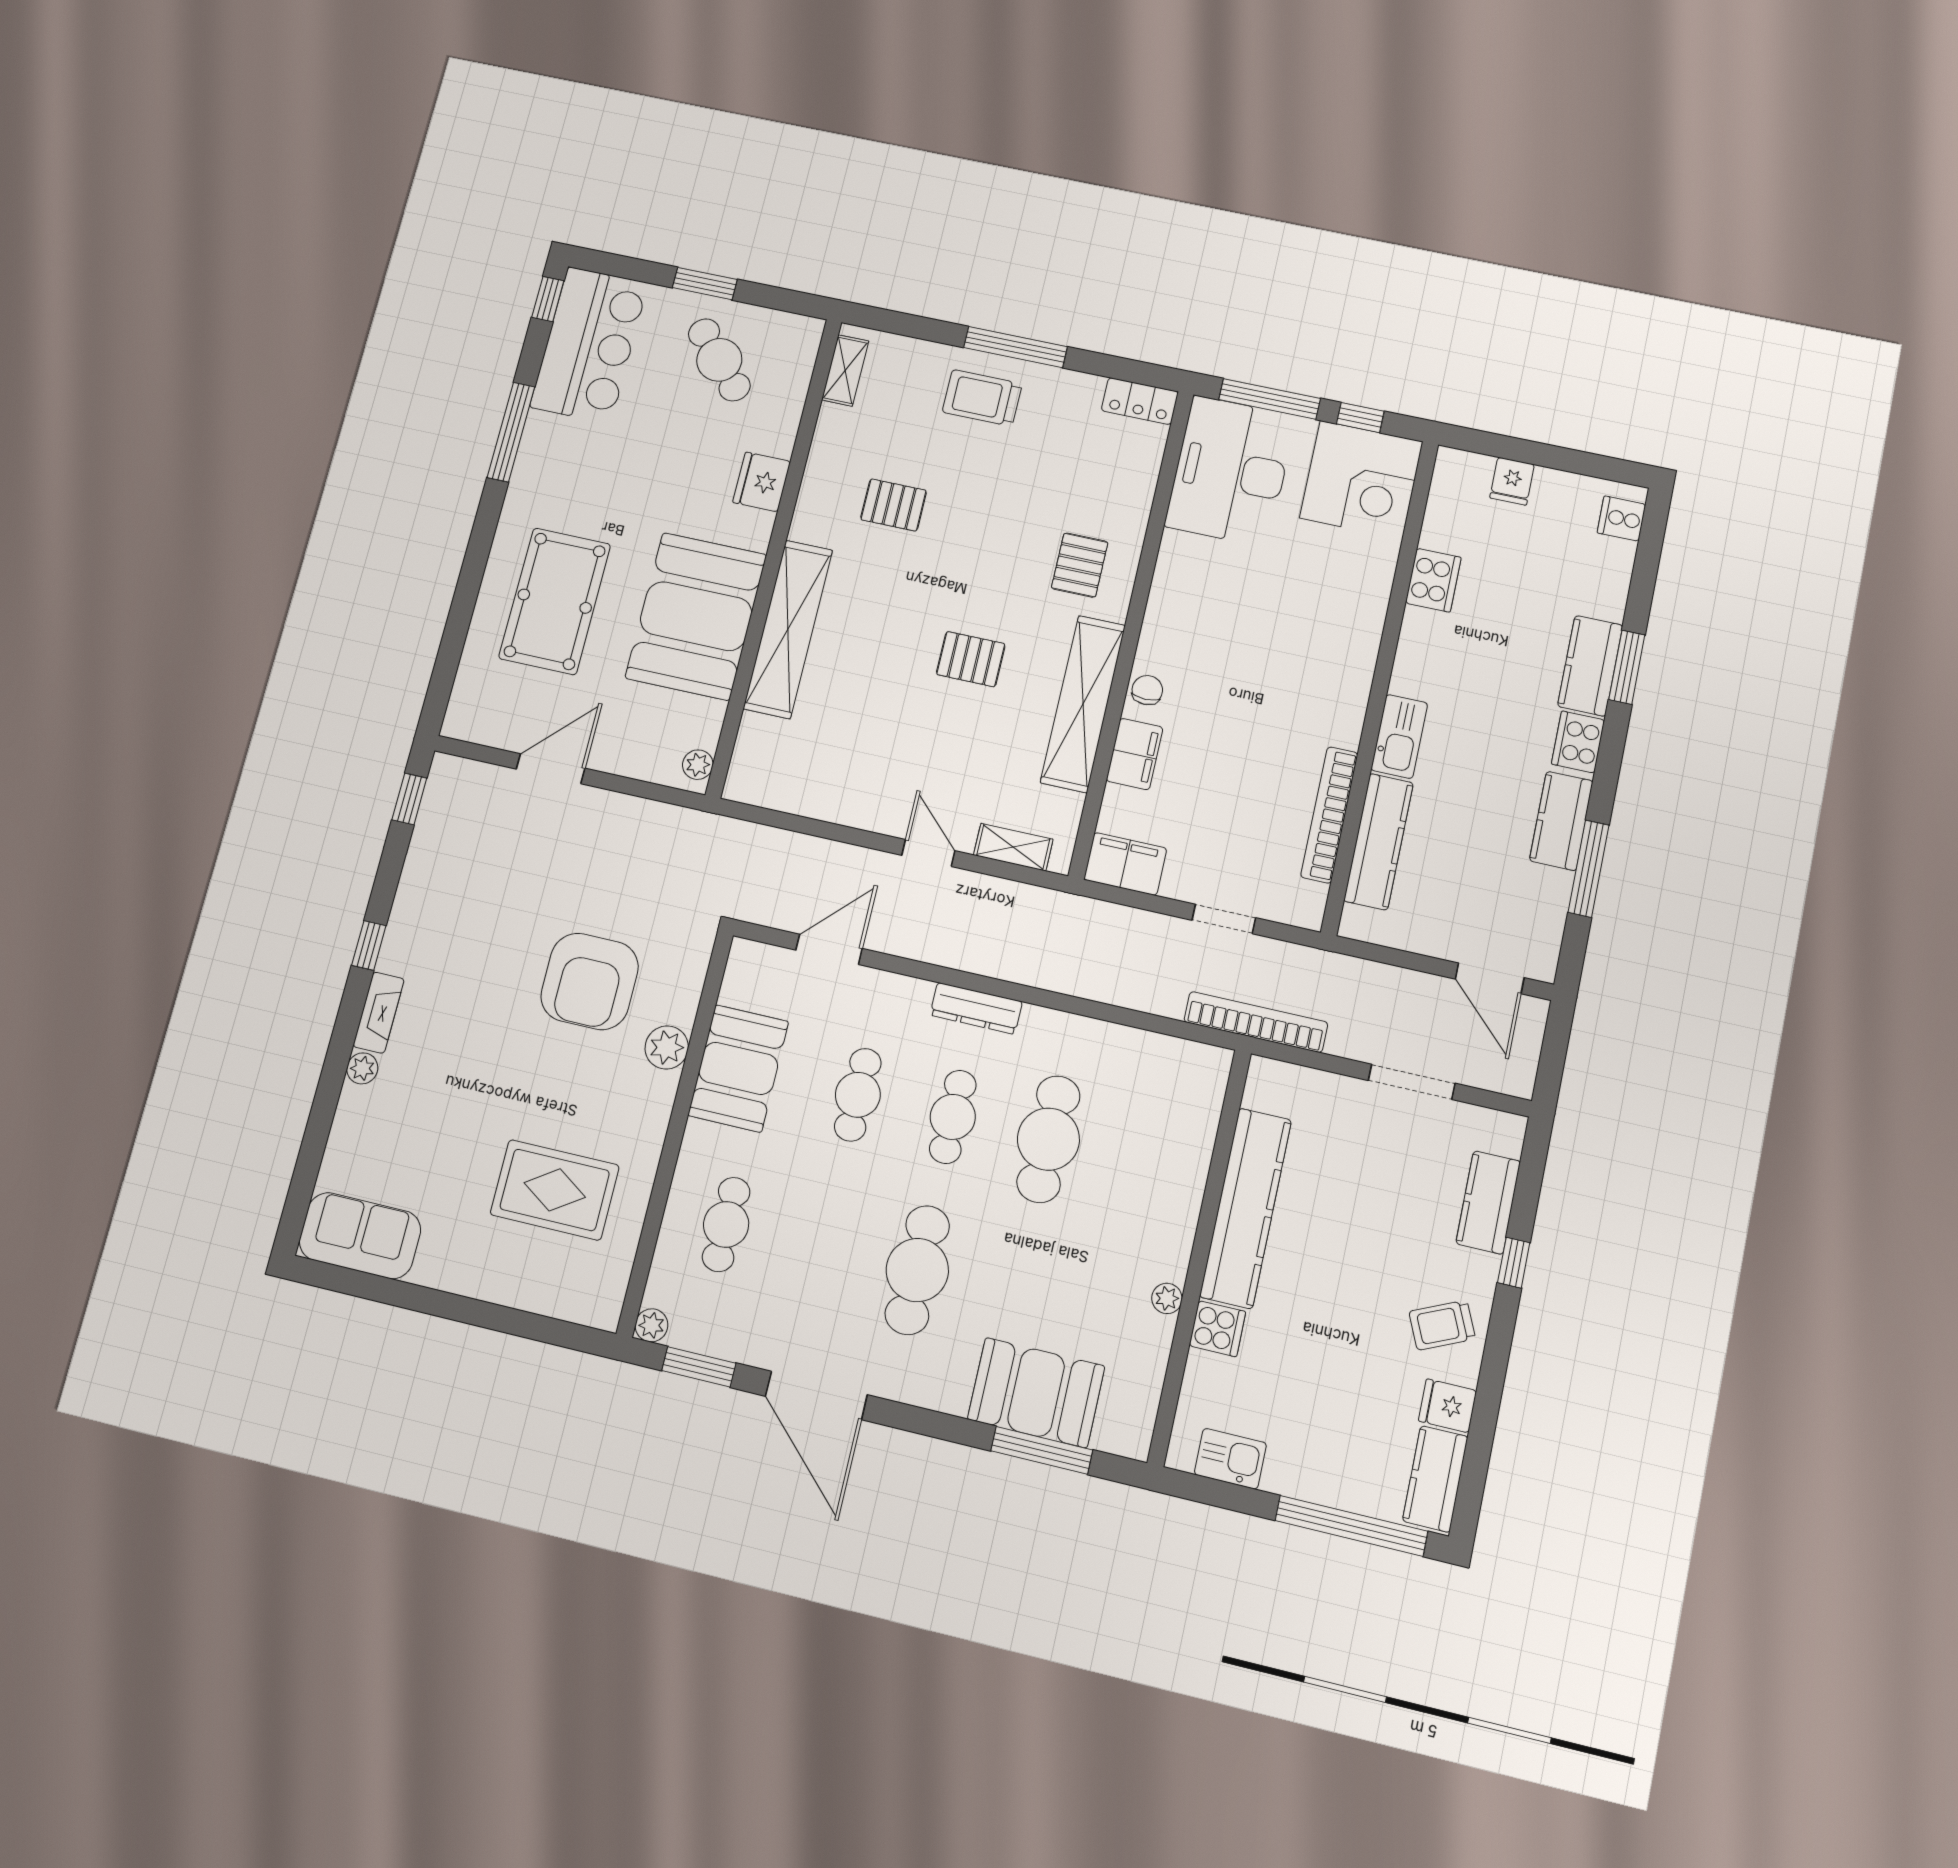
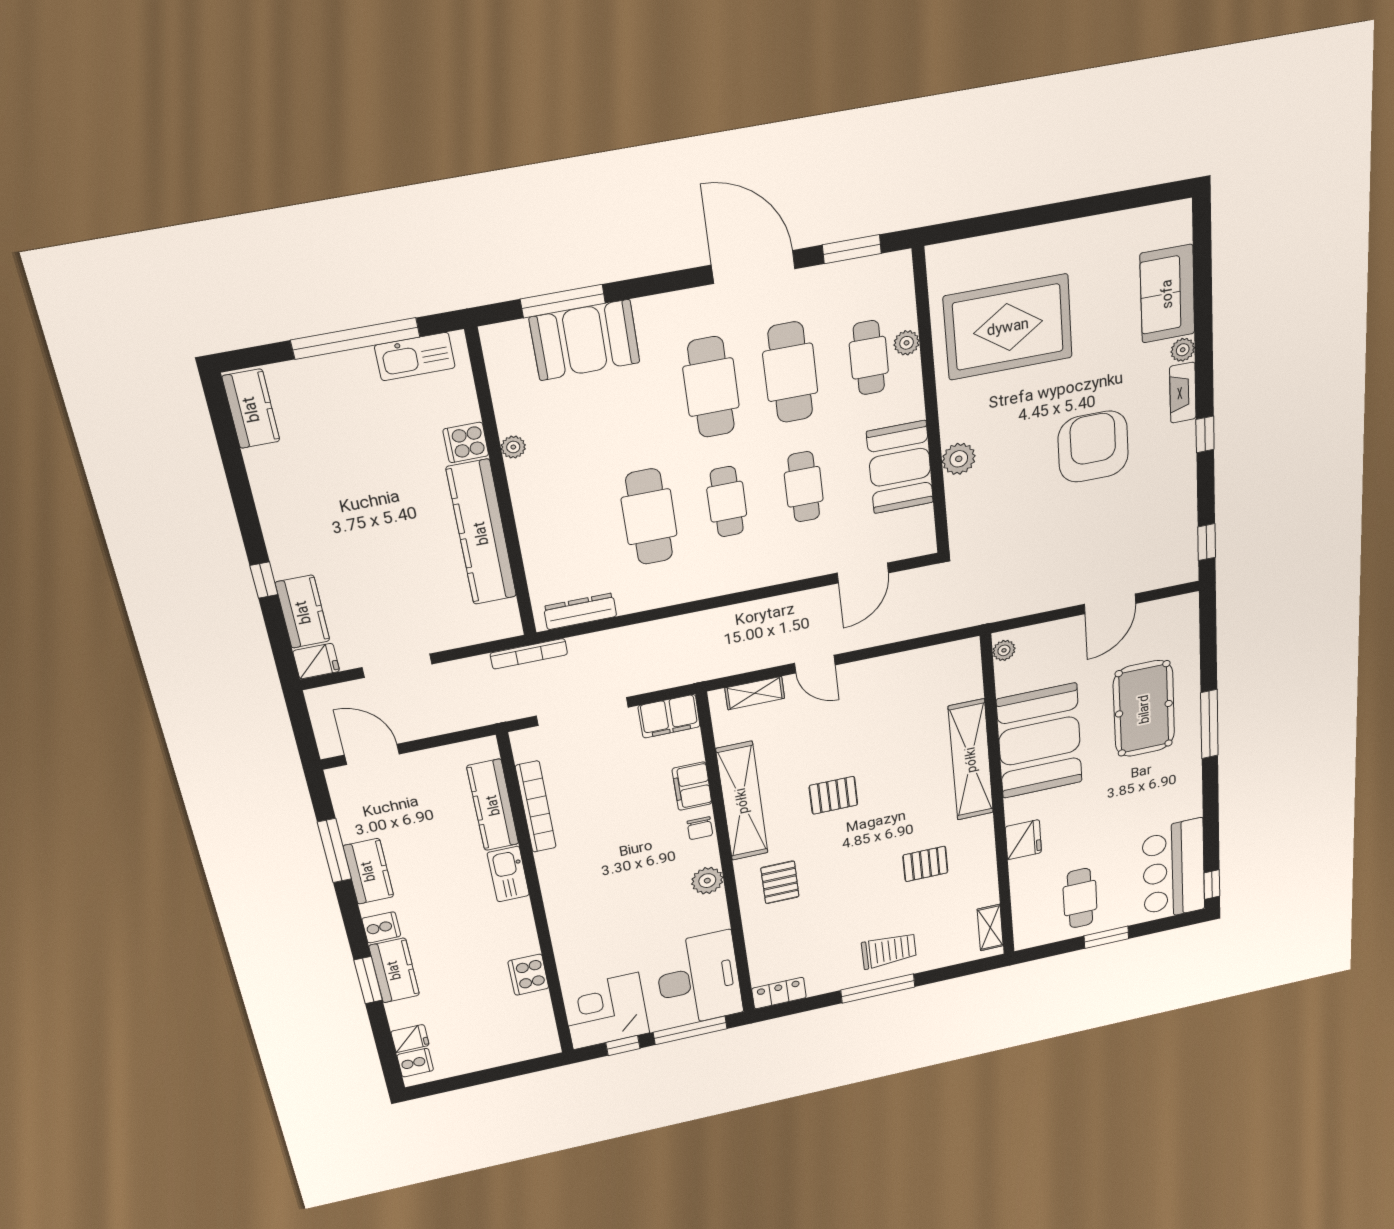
cafe table: (719, 360) -> (1080, 898), turned 42
window: (511, 432) -> (1209, 724), moved
fridge: (1512, 481) -> (410, 1038), moved, turned 90
plant: (1166, 611) -> (707, 881), added
cooker: (1578, 742) -> (381, 927), width x0.73
doorway: (1224, 919) -> (582, 712), width x1.88
armchair: (590, 981) -> (1093, 447), moved
dresser: (976, 1008) -> (580, 611), moved
bookcase: (1256, 1022) -> (529, 654), width x0.68, depth x0.76
rug: (555, 1190) -> (1008, 327), width x1.37, depth x1.44
sofa: (360, 1236) -> (1167, 294), moved, turned 90
cafe table: (821, 1247) -> (790, 372), added
plant: (651, 1325) -> (907, 343), moved
trolley: (1442, 1325) -> (297, 516), removed
fridge: (1448, 1406) -> (316, 661), moved
kitchen sink: (1230, 1459) -> (415, 357), width x1.38
window: (1351, 1526) -> (355, 338), moved

